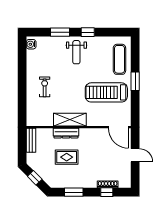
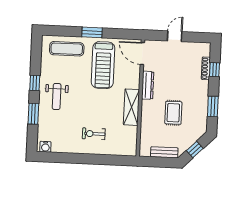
weight bench: (76, 52) -> (57, 96), turned 90
door: (118, 127) -> (142, 53), swing flipped
dresser: (66, 133) -> (148, 85), moved
bench: (31, 140) -> (164, 152), moved

